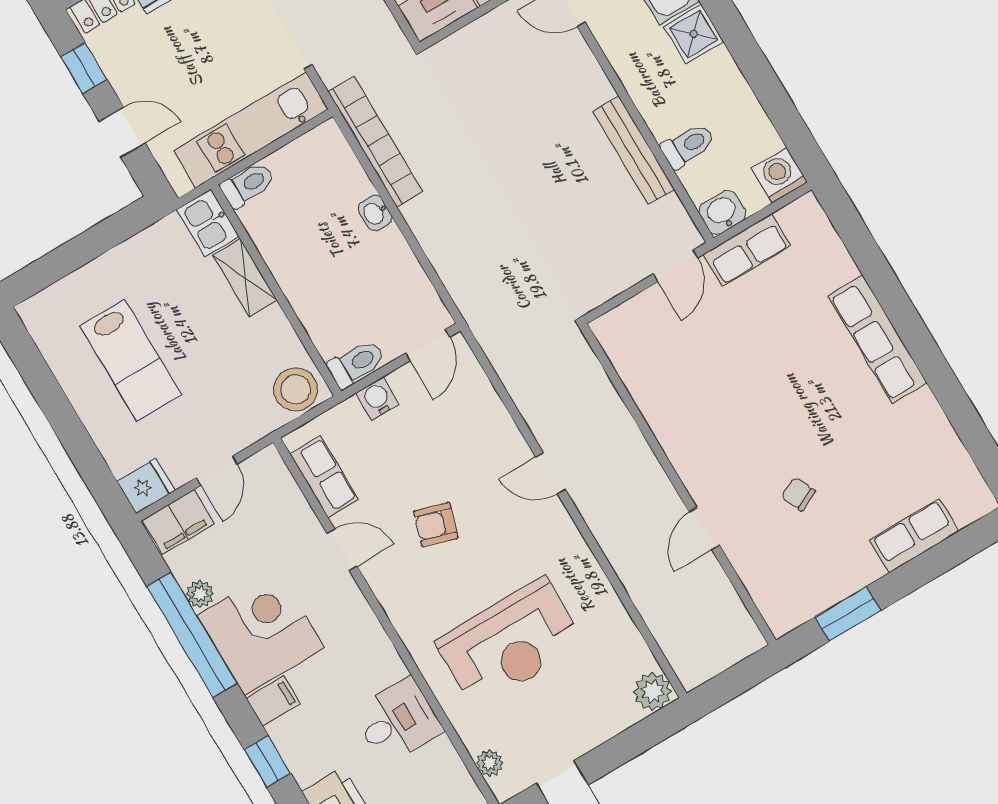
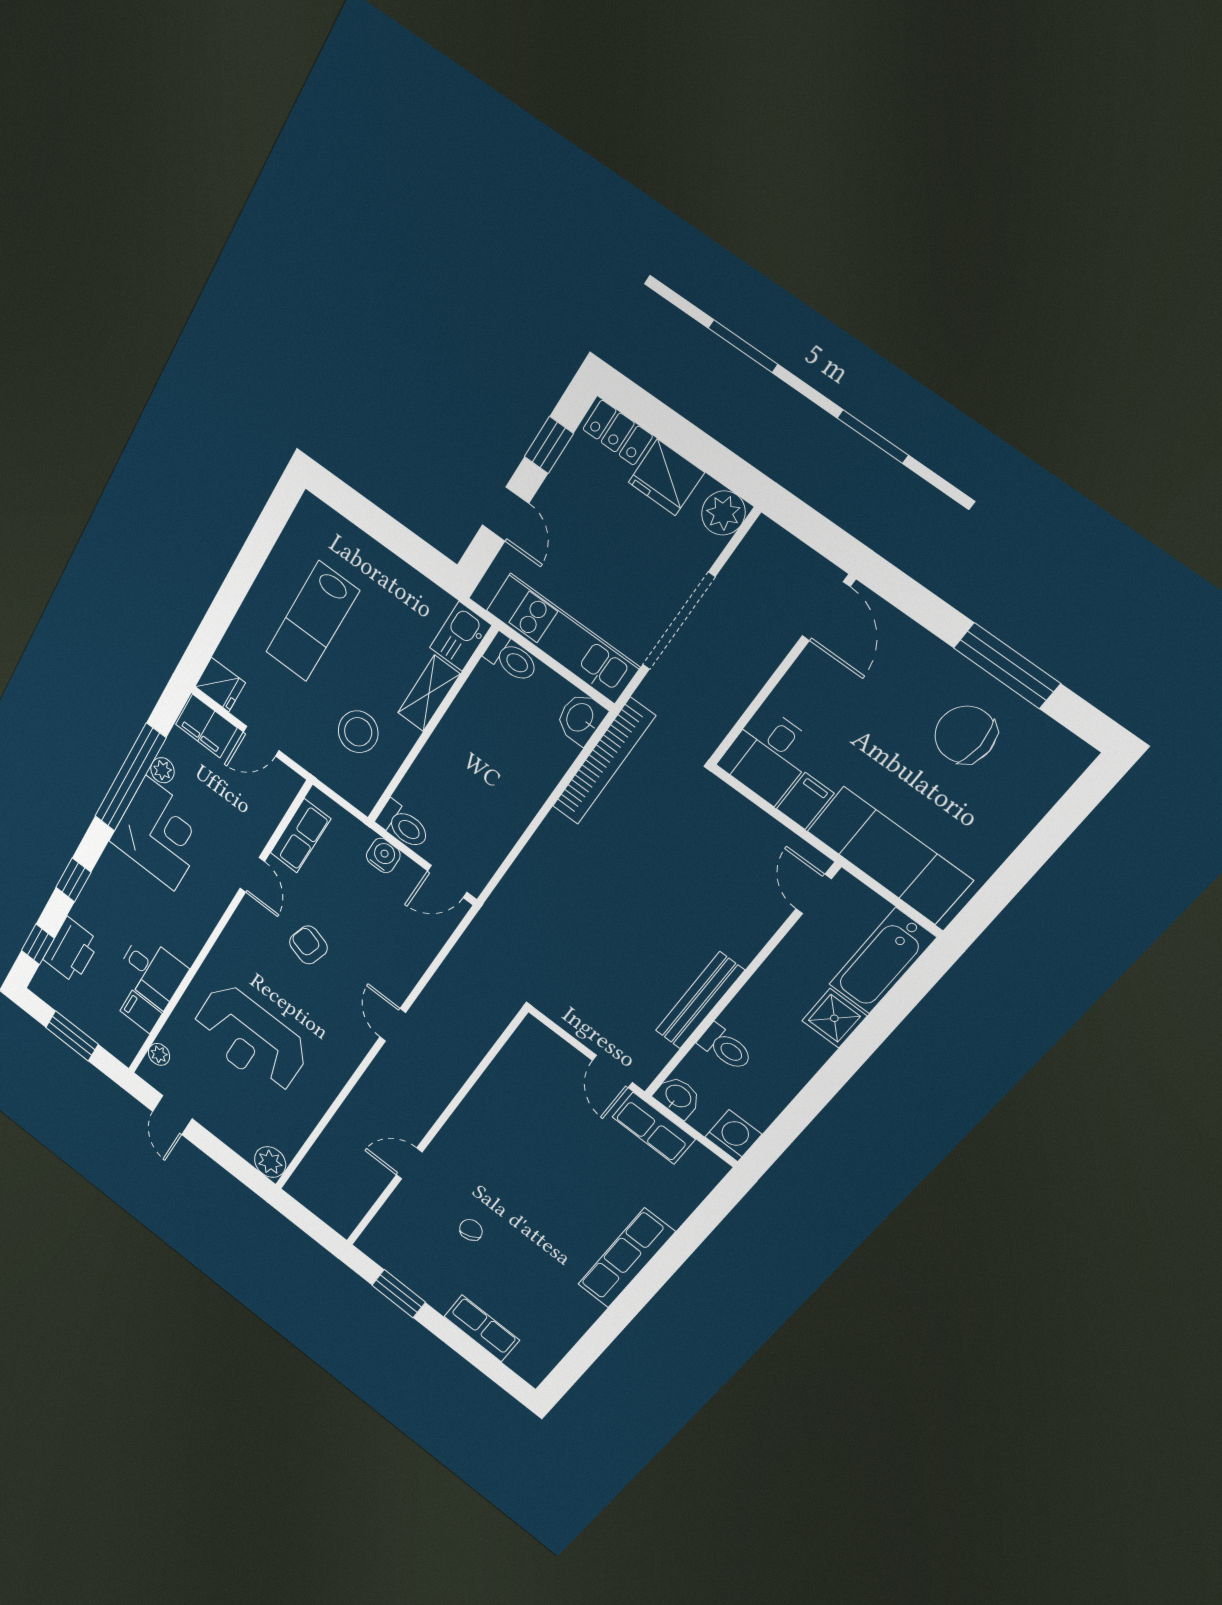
washbasin: (375, 213) -> (581, 718), moved, width x1.38, depth x1.45
door: (675, 266) -> (612, 1071), hinge flipped
stool: (296, 389) -> (358, 732), moved
filing cabinet: (273, 701) -> (141, 1012), moved, turned 180

